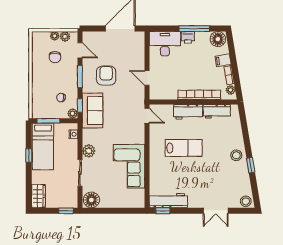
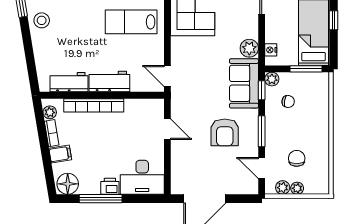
lab bench: (184, 148) -> (131, 22), moved
plant: (89, 151) -> (249, 48), moved

